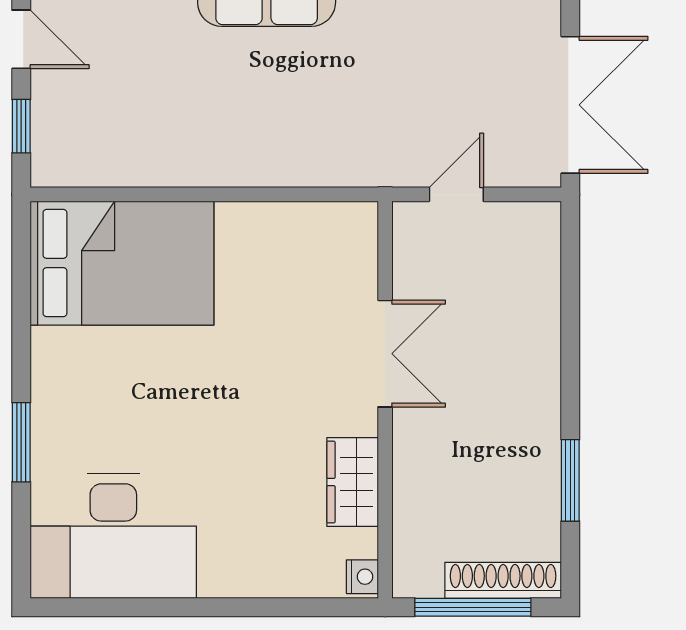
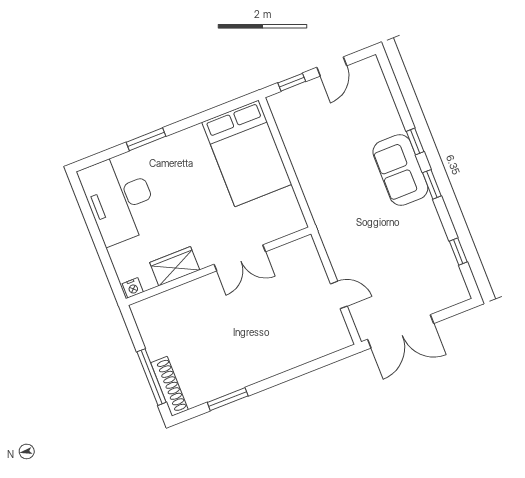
double door: (385, 354) -> (240, 258), moved
wall: (385, 400) -> (218, 266), moved
wardrobe: (353, 482) -> (175, 266), moved
nightstand: (362, 577) -> (133, 288), moved

